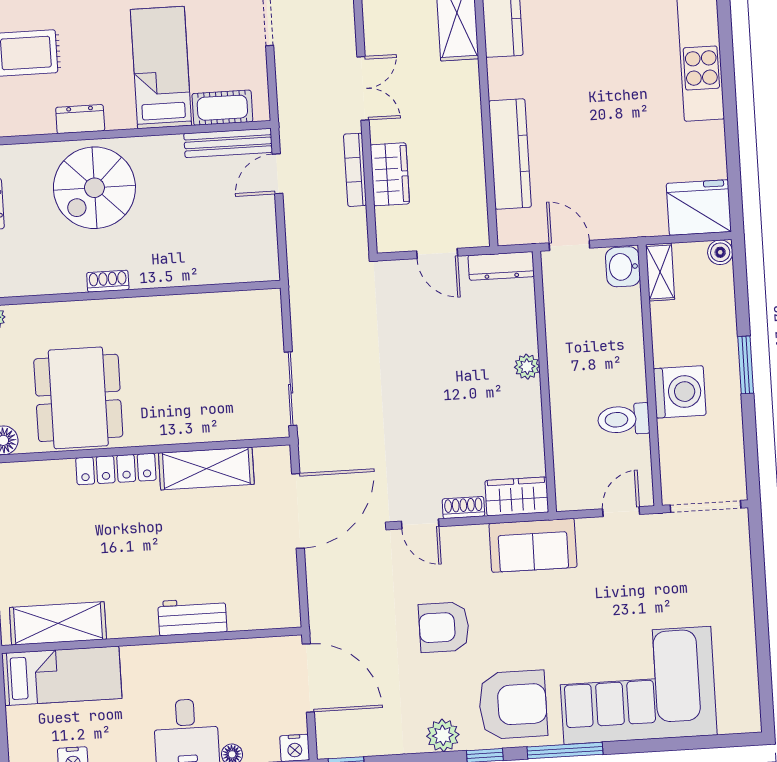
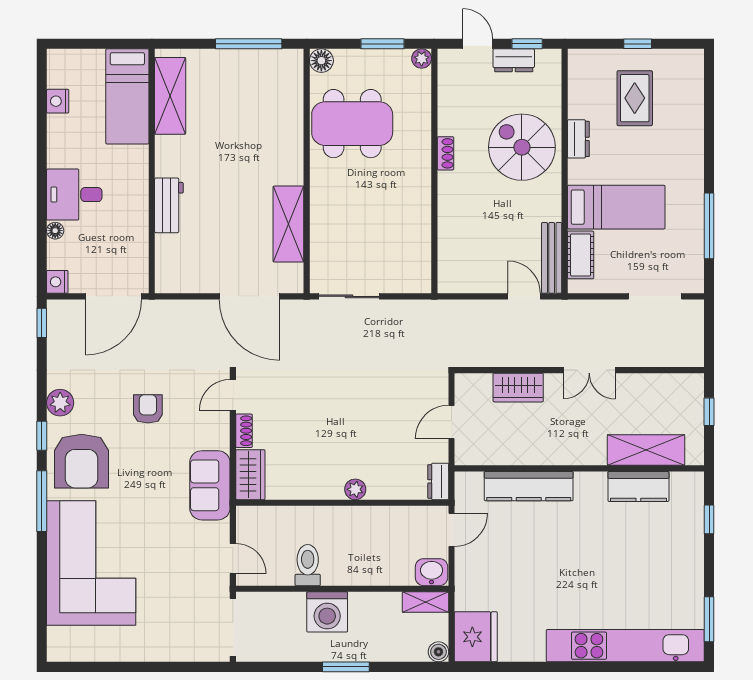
bookcase: (355, 170) -> (524, 360), removed
dresser: (501, 266) -> (438, 481), width x0.70
locker: (116, 469) -> (293, 151), removed
armchair: (444, 627) -> (148, 409), width x0.72, depth x0.72

